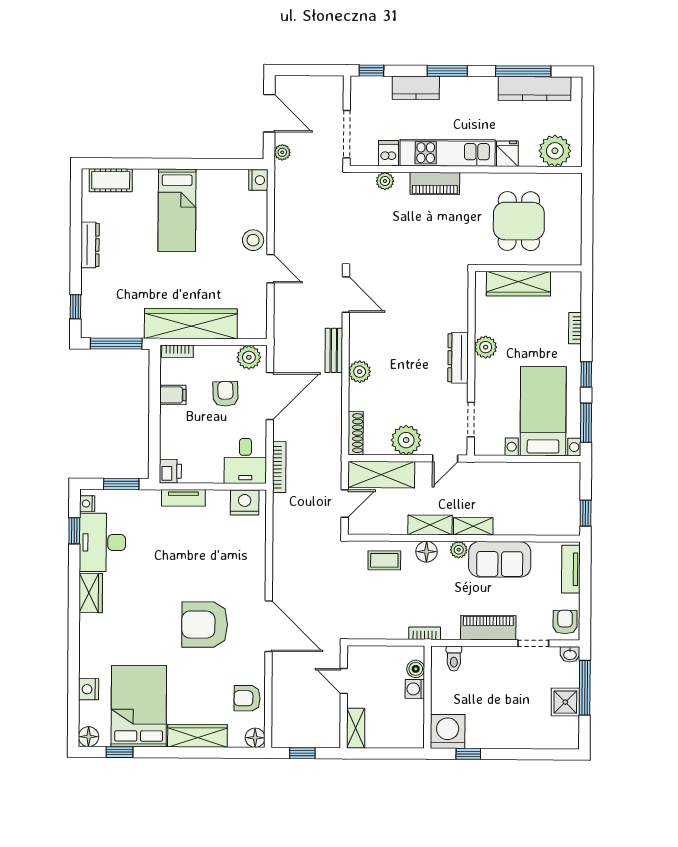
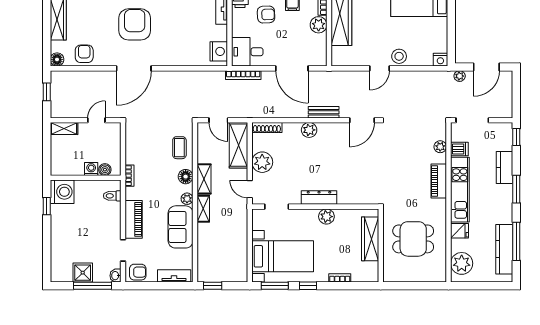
plant: (249, 357) -> (319, 25), moved
armchair: (226, 394) -> (266, 15), moved

